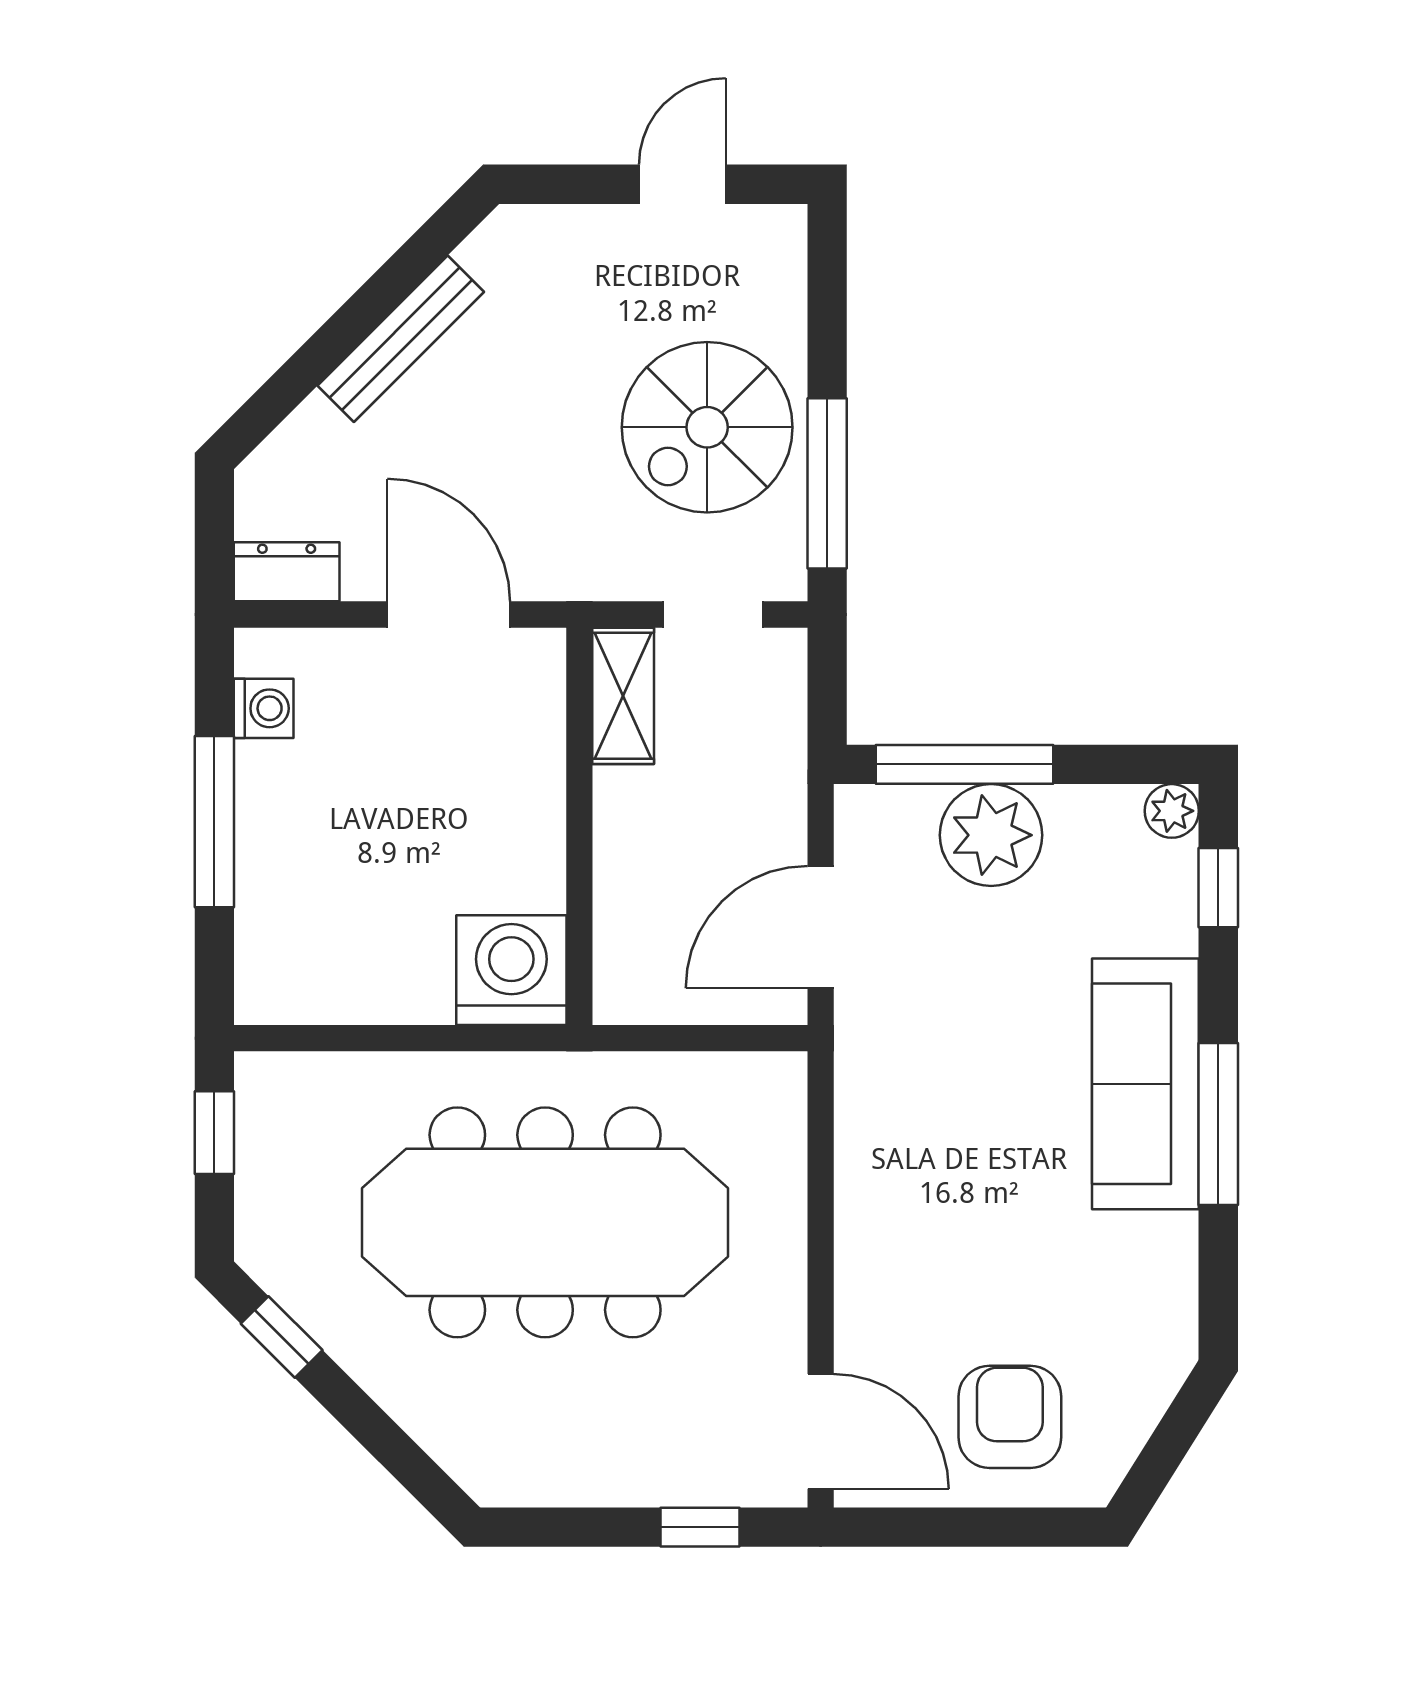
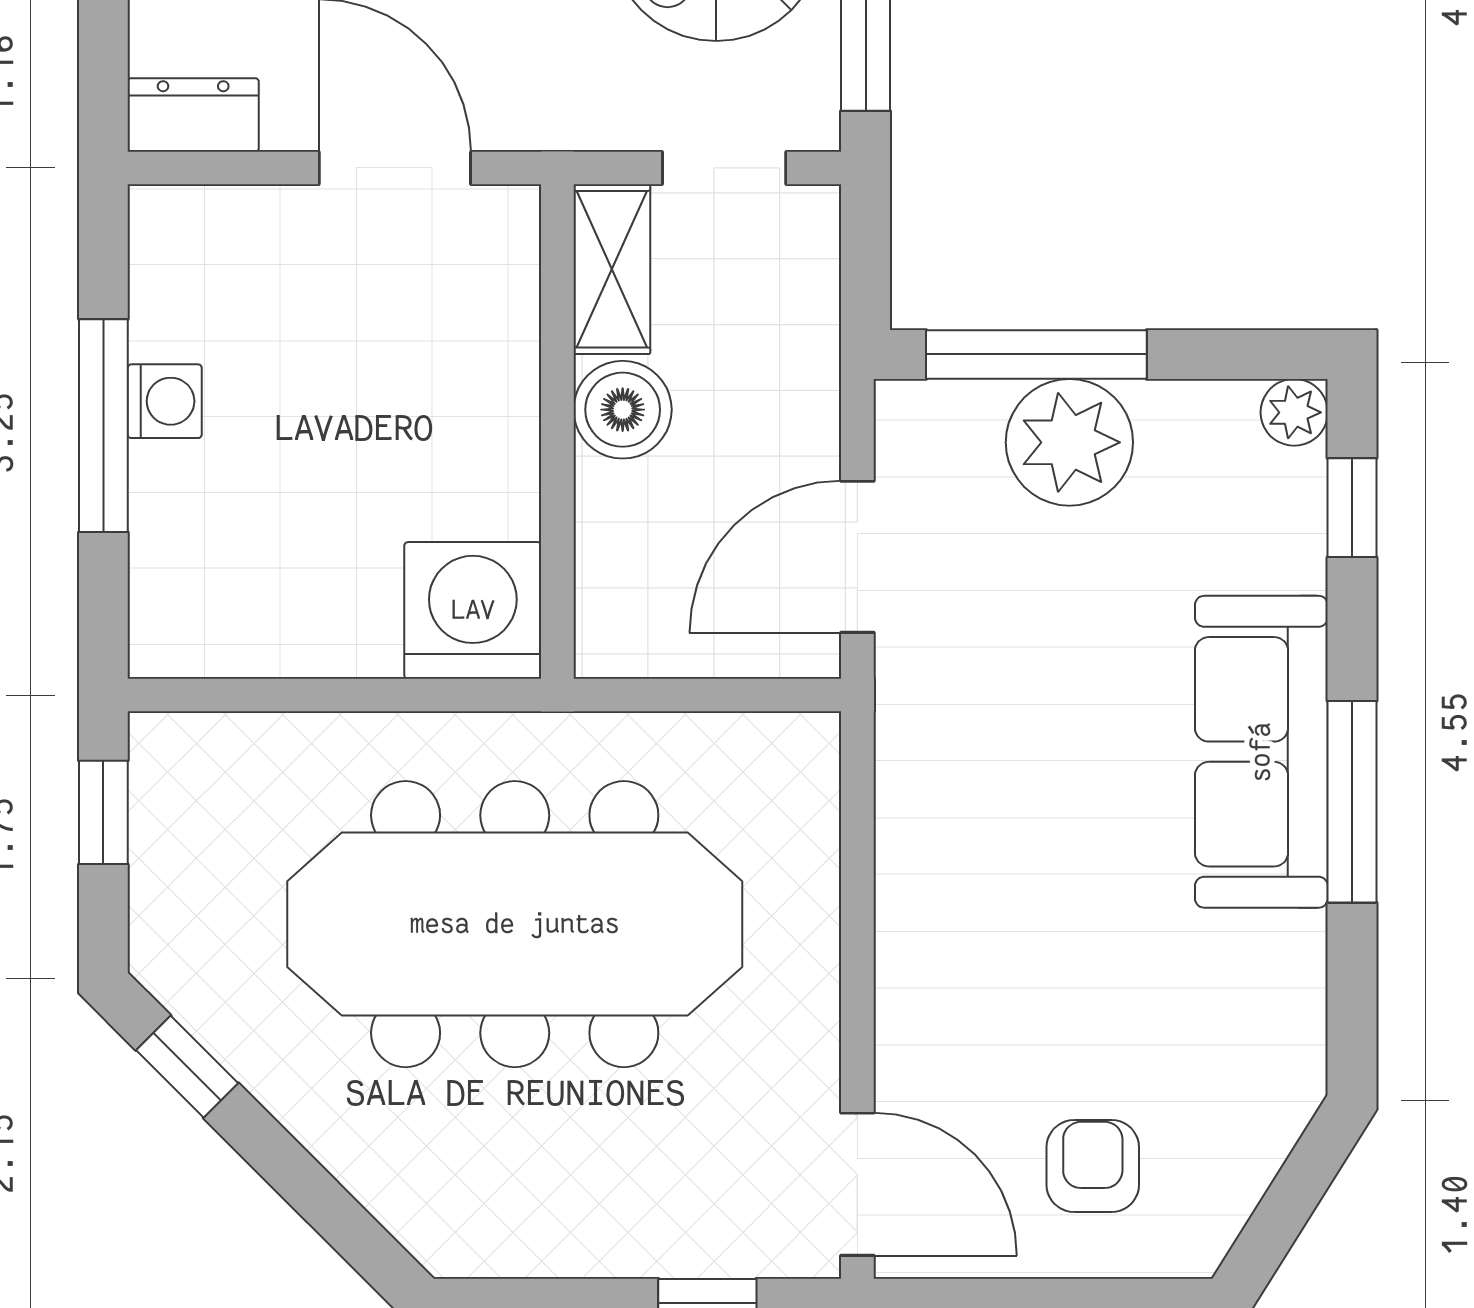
washing machine: (264, 708) -> (165, 401), moved
boiler: (632, 809) -> (623, 410), added
armchair: (1010, 1417) -> (1093, 1166), width x0.72, depth x0.72

